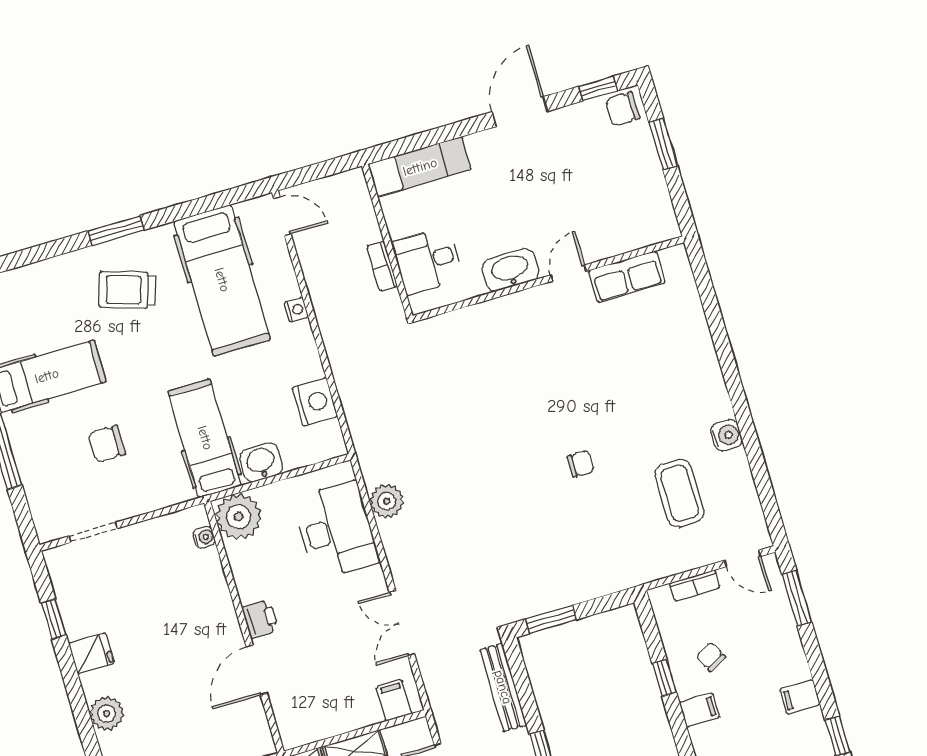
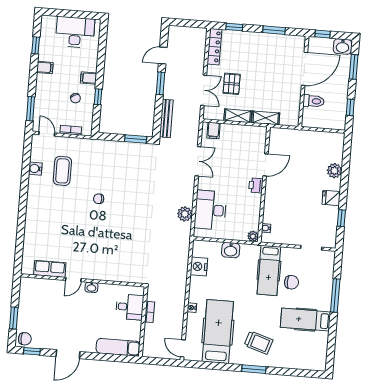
washbasin: (510, 270) -> (91, 287), width x0.52, depth x0.69
water cooler: (726, 435) -> (35, 169), moved
hospital bed: (205, 438) -> (269, 270), moved
plant: (239, 517) -> (253, 236), width x0.53, depth x0.53

